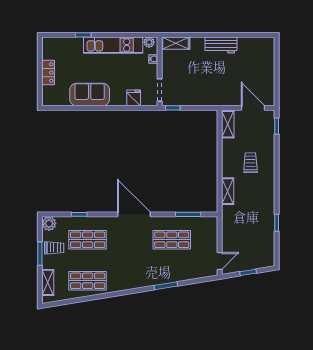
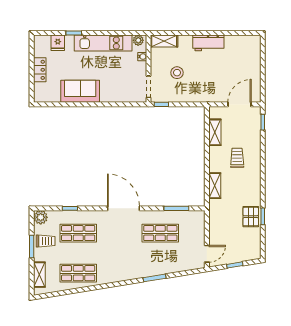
stool: (189, 75) -> (177, 73), added
fridge: (134, 98) -> (58, 43), moved, turned 180
door: (253, 108) -> (240, 104), hinge flipped
shelving: (228, 124) -> (215, 132), moved
pallet: (264, 223) -> (251, 217), added

